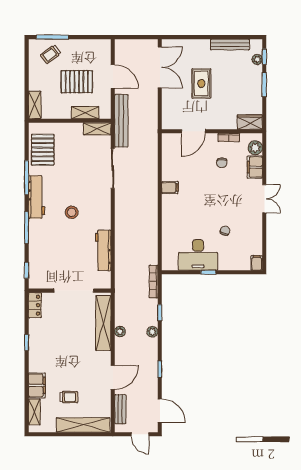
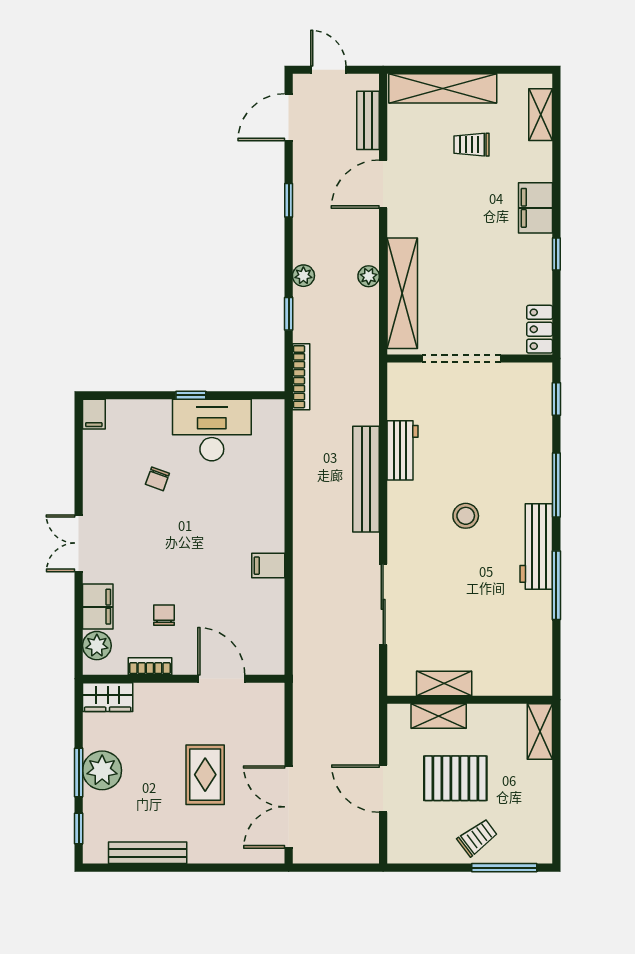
trolley: (51, 54) -> (477, 838), moved
plant: (257, 59) -> (102, 770), moved, width x1.87, depth x1.87
bench: (121, 121) -> (366, 479), moved
shelving: (97, 129) -> (444, 683), moved
door: (193, 131) -> (221, 679), hinge flipped
pallet: (43, 150) -> (524, 641), removed
workbench: (103, 250) -> (402, 450), width x0.73
filing cabinet: (37, 385) -> (536, 208), moved
door: (160, 411) -> (289, 117), hinge flipped

